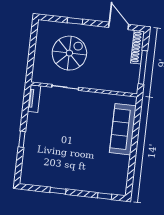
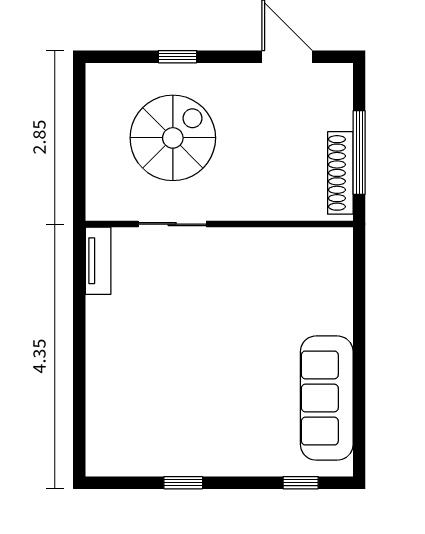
shoe rack: (138, 47) -> (340, 173), moved
sofa: (123, 129) -> (327, 398), moved
window: (22, 139) -> (79, 365), removed

